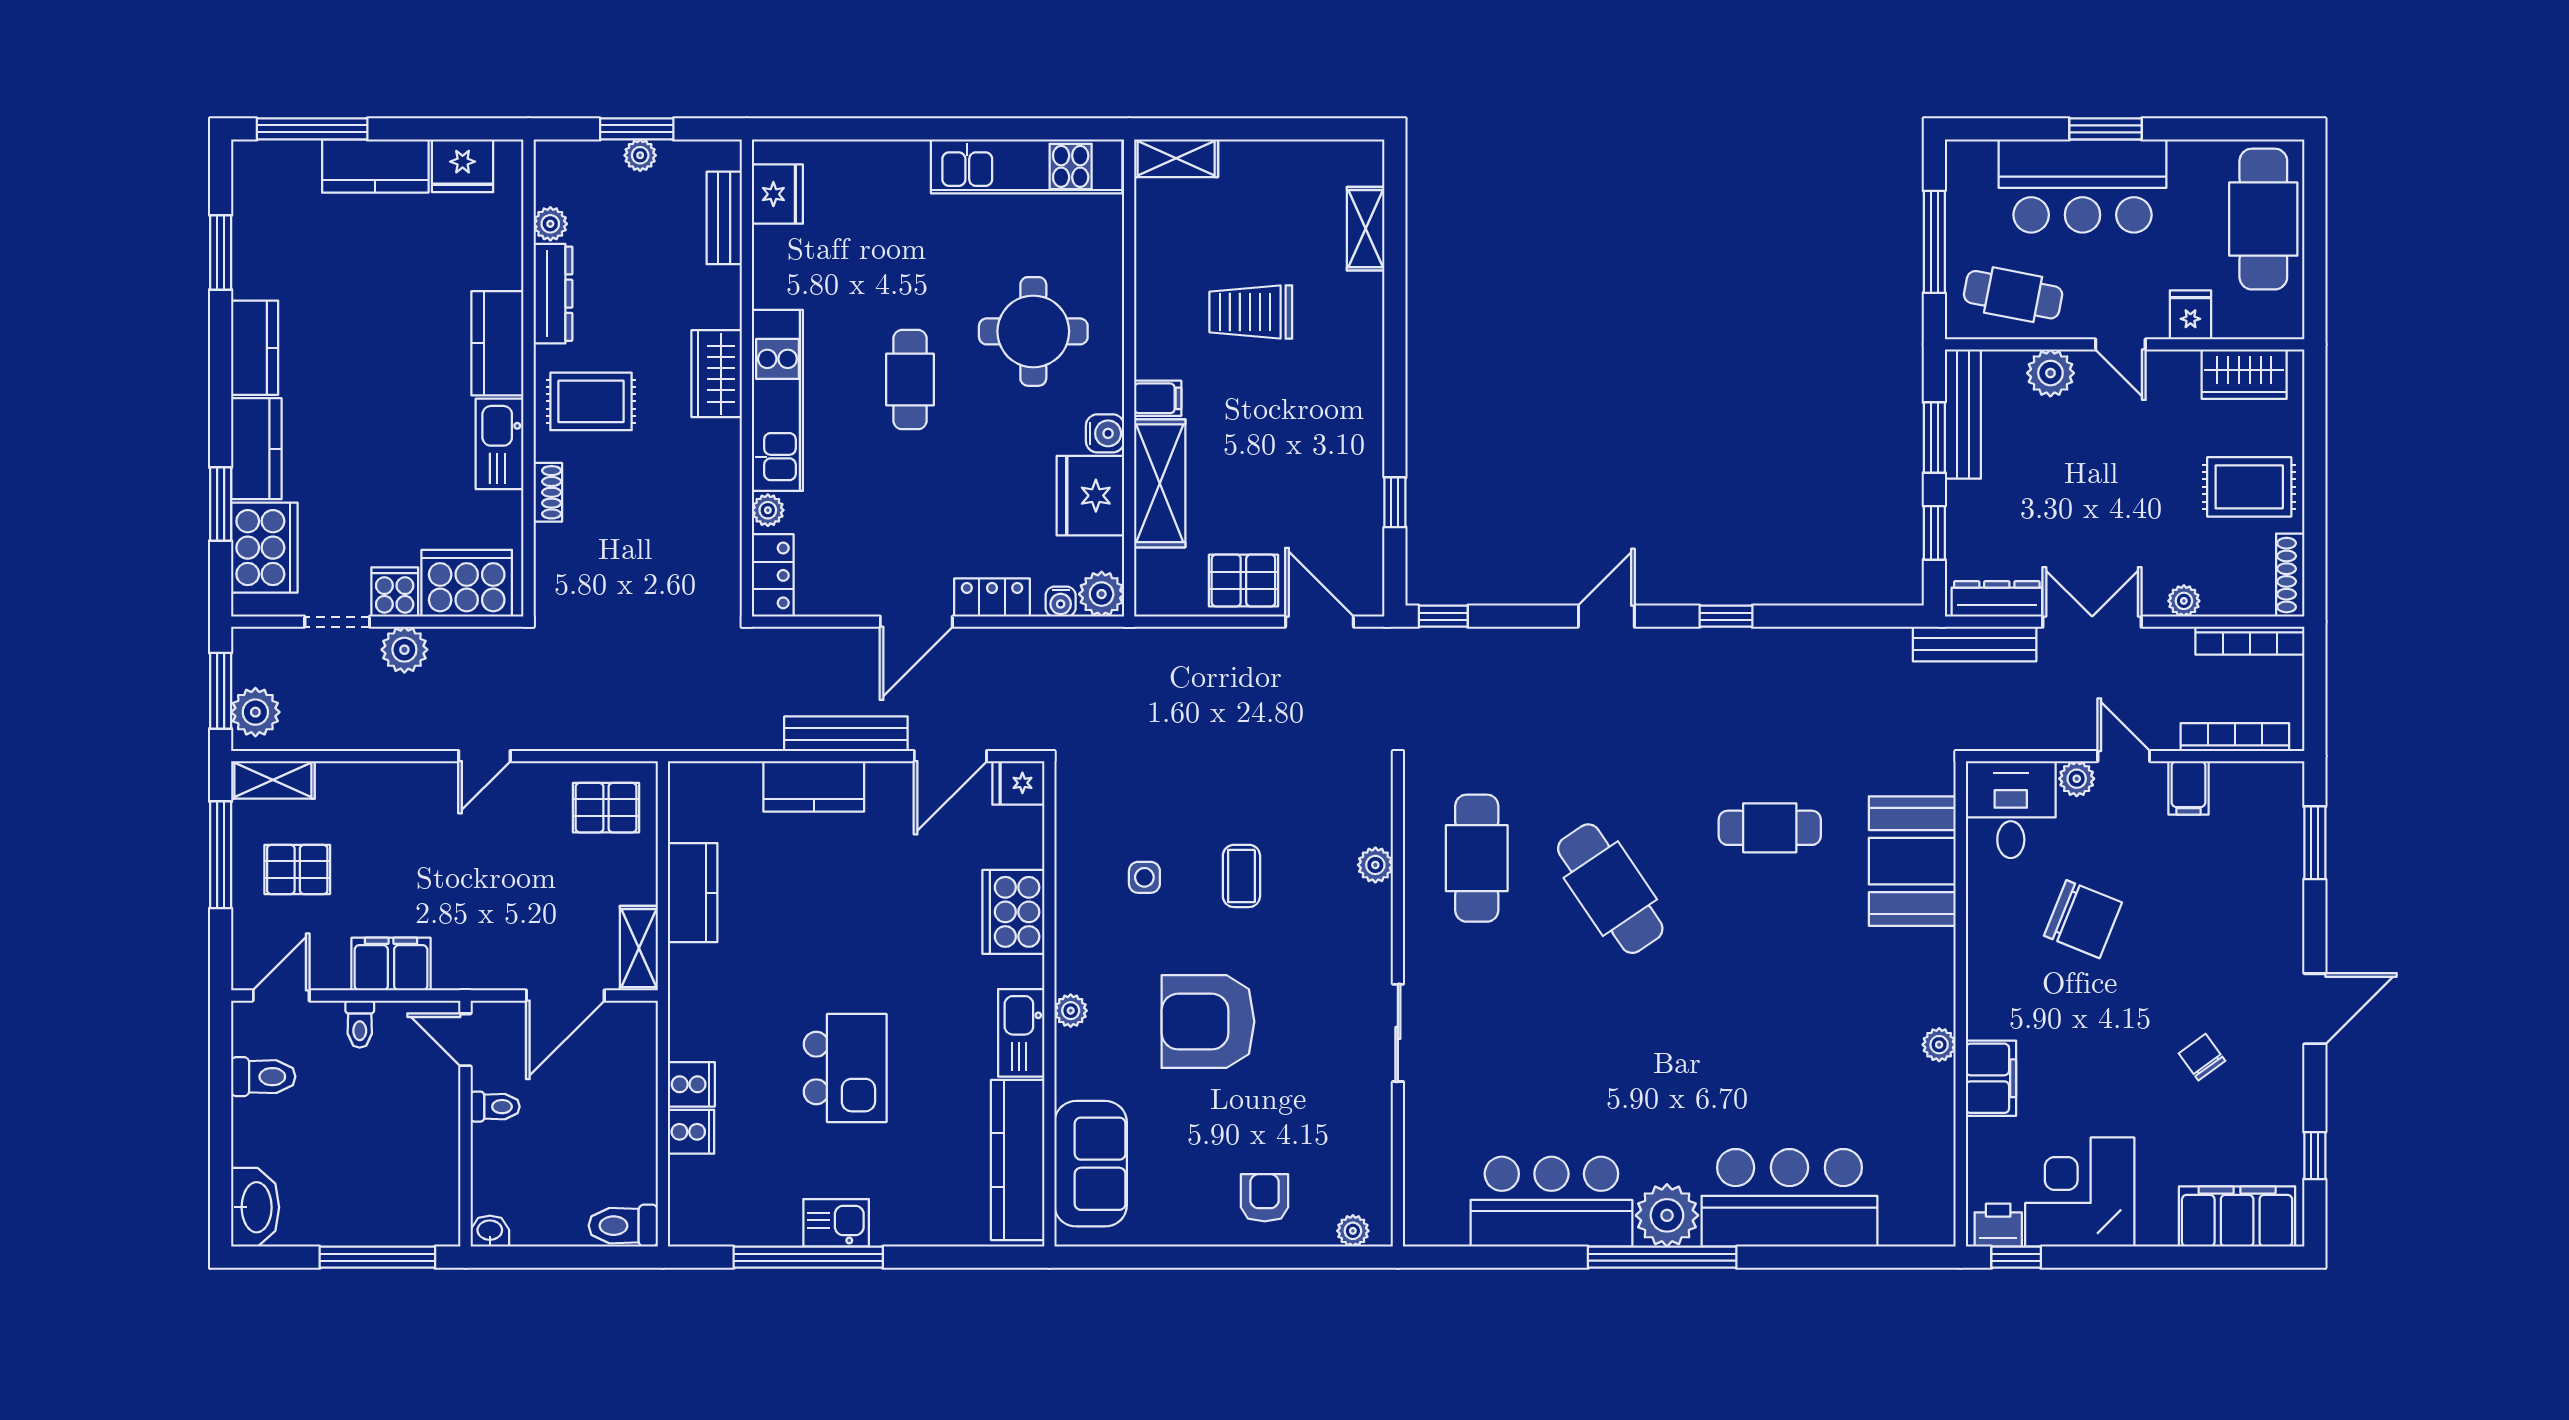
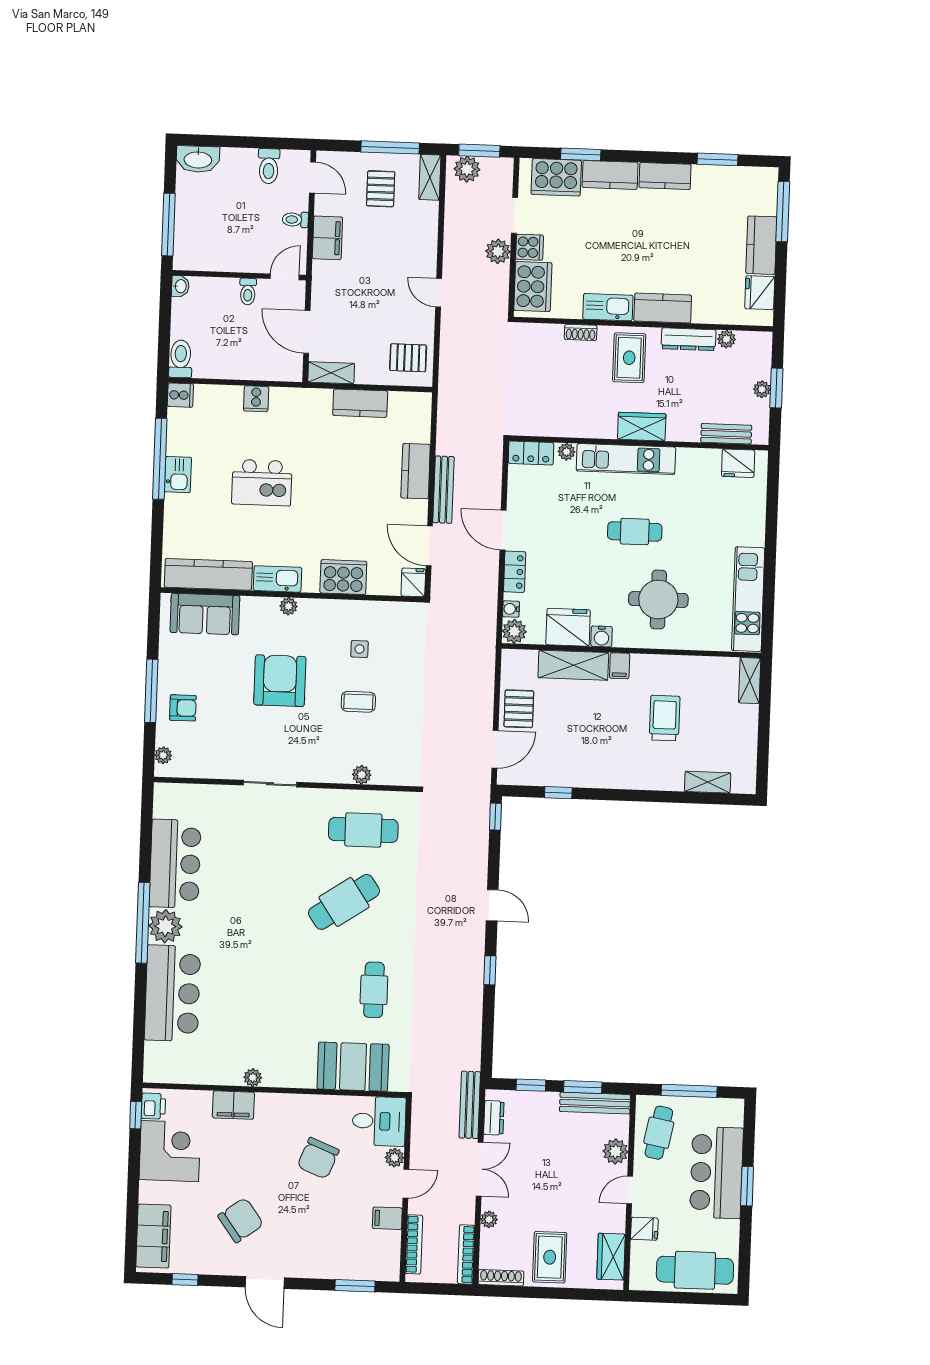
dresser: (1997, 599) -> (494, 1118), width x0.70
pallet: (606, 808) -> (408, 358), turned 90
chair: (2202, 1057) -> (241, 1220), width x1.87, depth x1.87
cooker: (691, 1132) -> (180, 395), moved, turned -90
window: (1235, 1257) -> (151, 691), added

